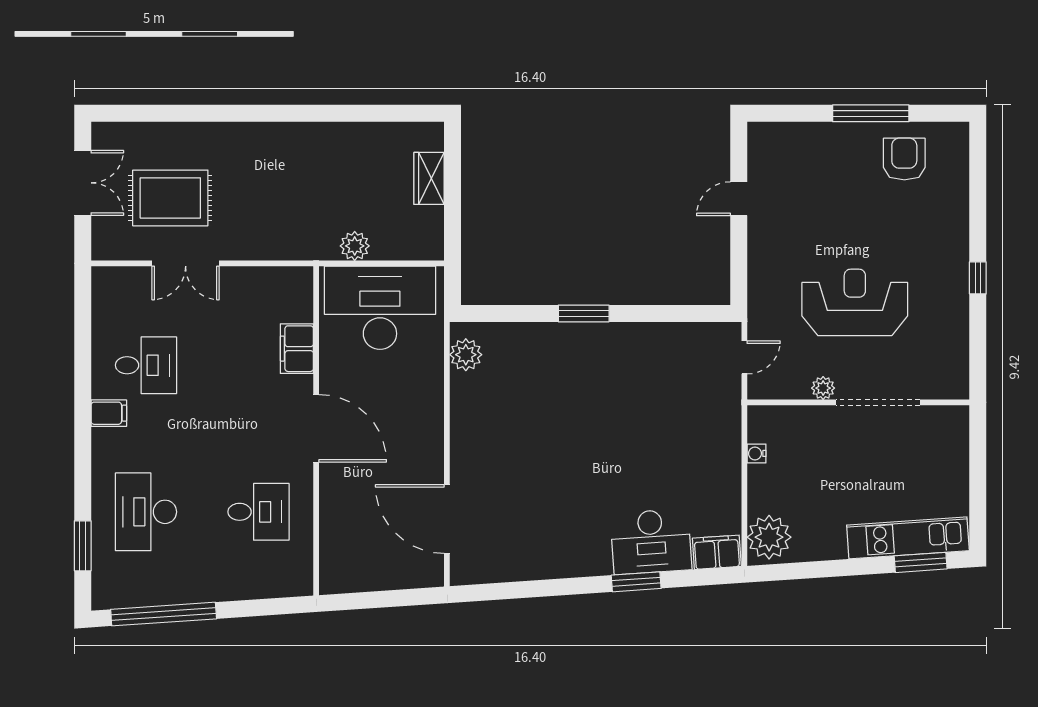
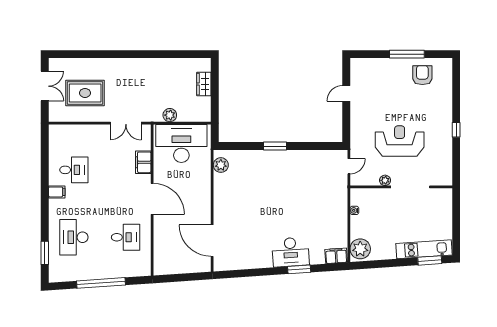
double door: (186, 263) -> (126, 123), moved
desk: (651, 542) -> (290, 252), moved
window: (164, 614) -> (101, 283), moved

